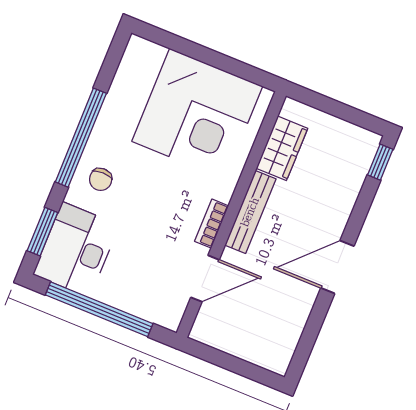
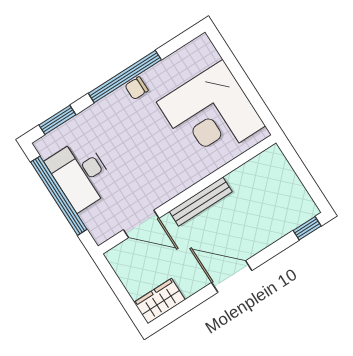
wardrobe: (282, 148) -> (160, 301), moved, turned 180
chair: (101, 179) -> (137, 88), moved
bookcase: (212, 224) -> (170, 191), removed
desk: (76, 250) -> (81, 174), moved, turned -90

